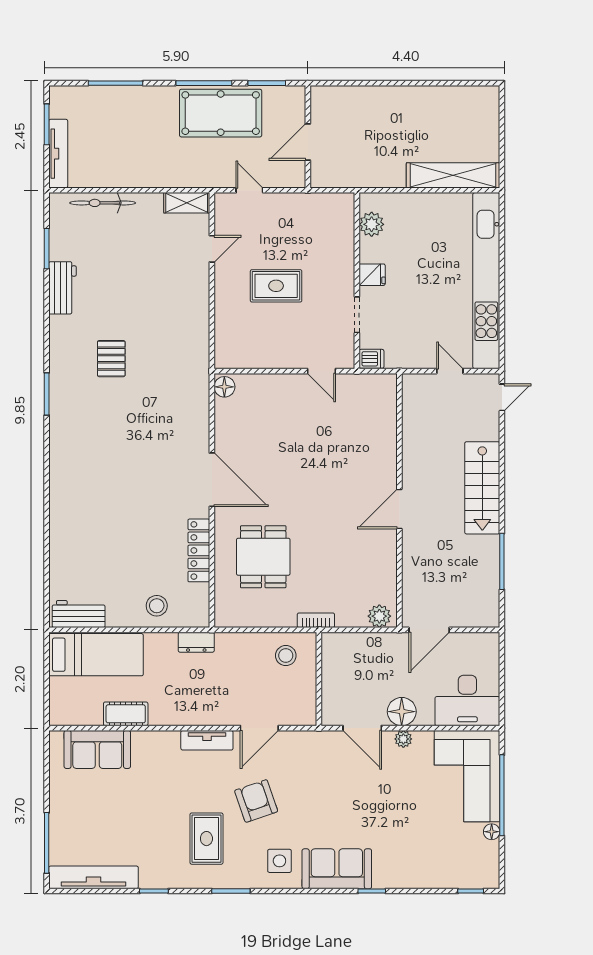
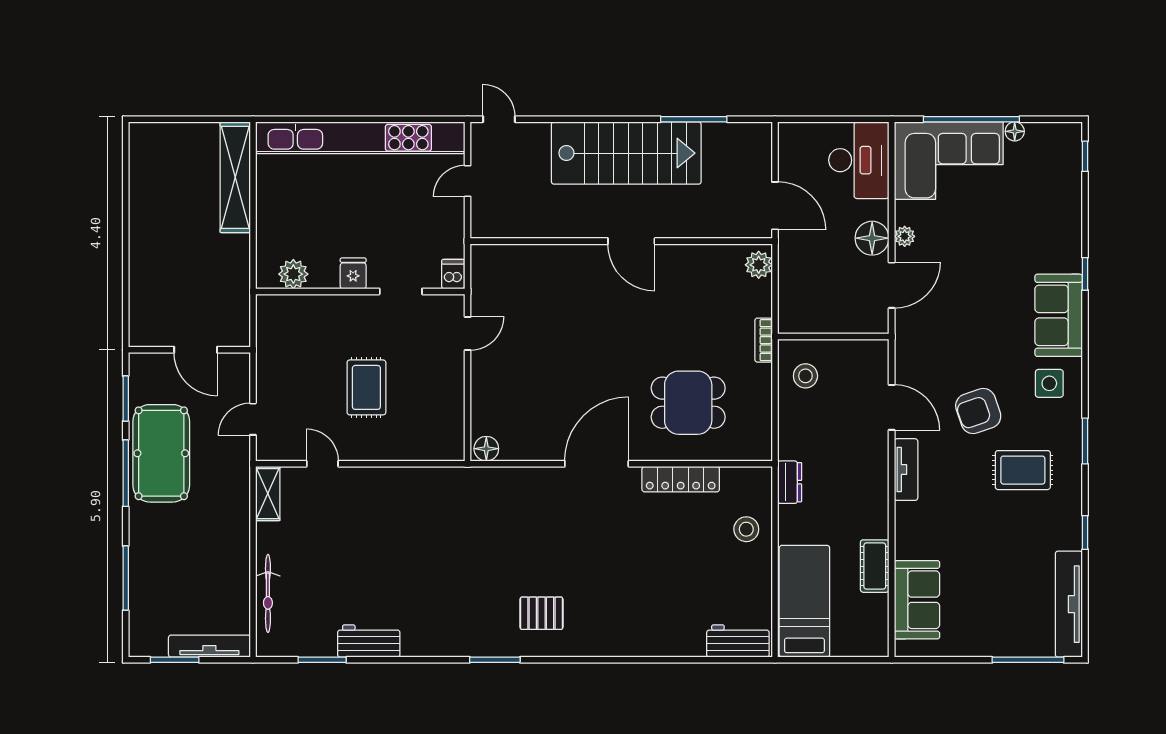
pallet: (111, 359) -> (541, 613), moved
stairs: (482, 488) -> (626, 153), width x1.36, depth x1.51
workbench: (79, 614) -> (738, 641), moved, turned 90

